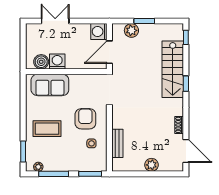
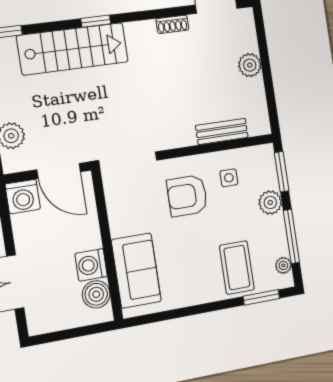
coffee table: (47, 129) -> (237, 268), moved
plant: (74, 165) -> (270, 203), added

